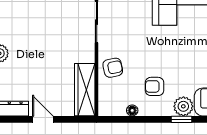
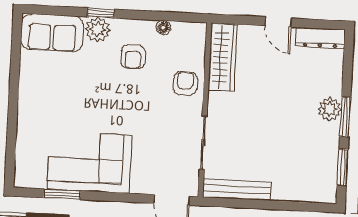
armchair: (113, 68) -> (185, 83), turned 102
armchair: (155, 86) -> (133, 57), turned 90

